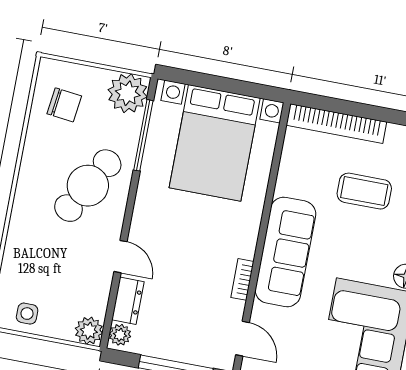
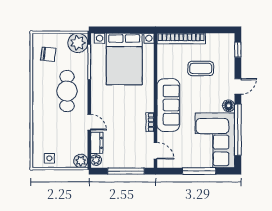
cafe table: (88, 186) -> (67, 91), turned -30

